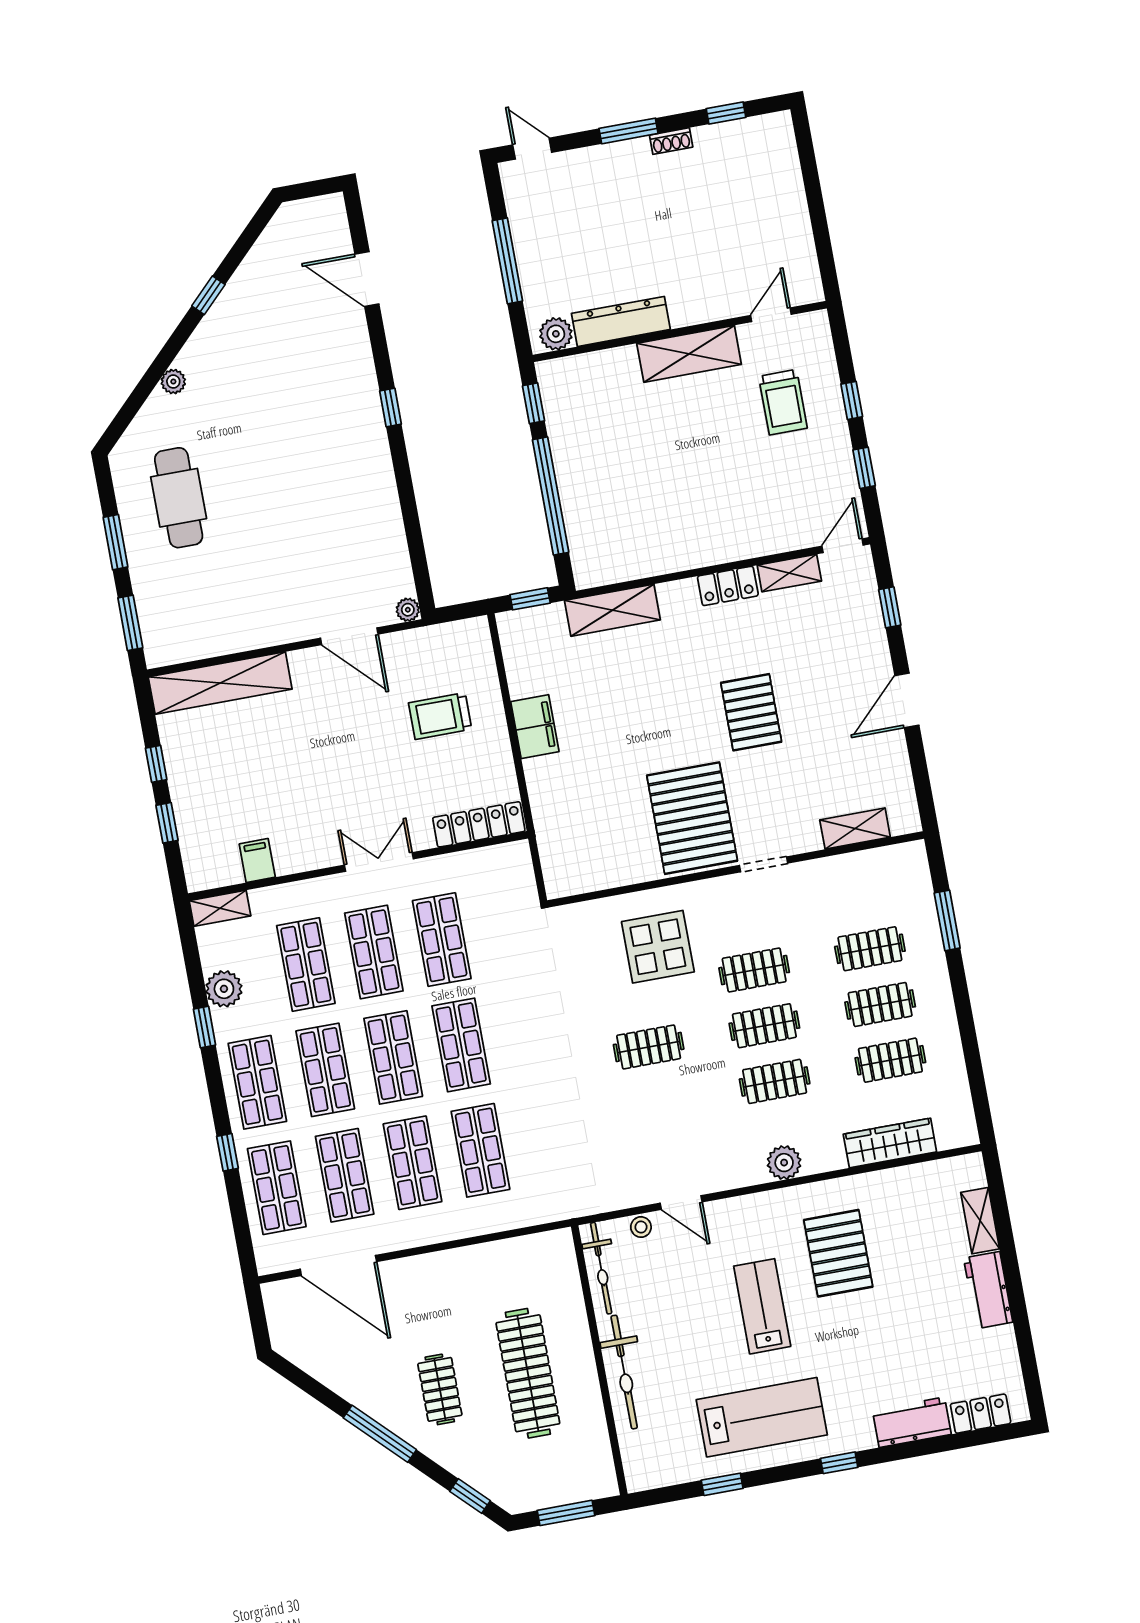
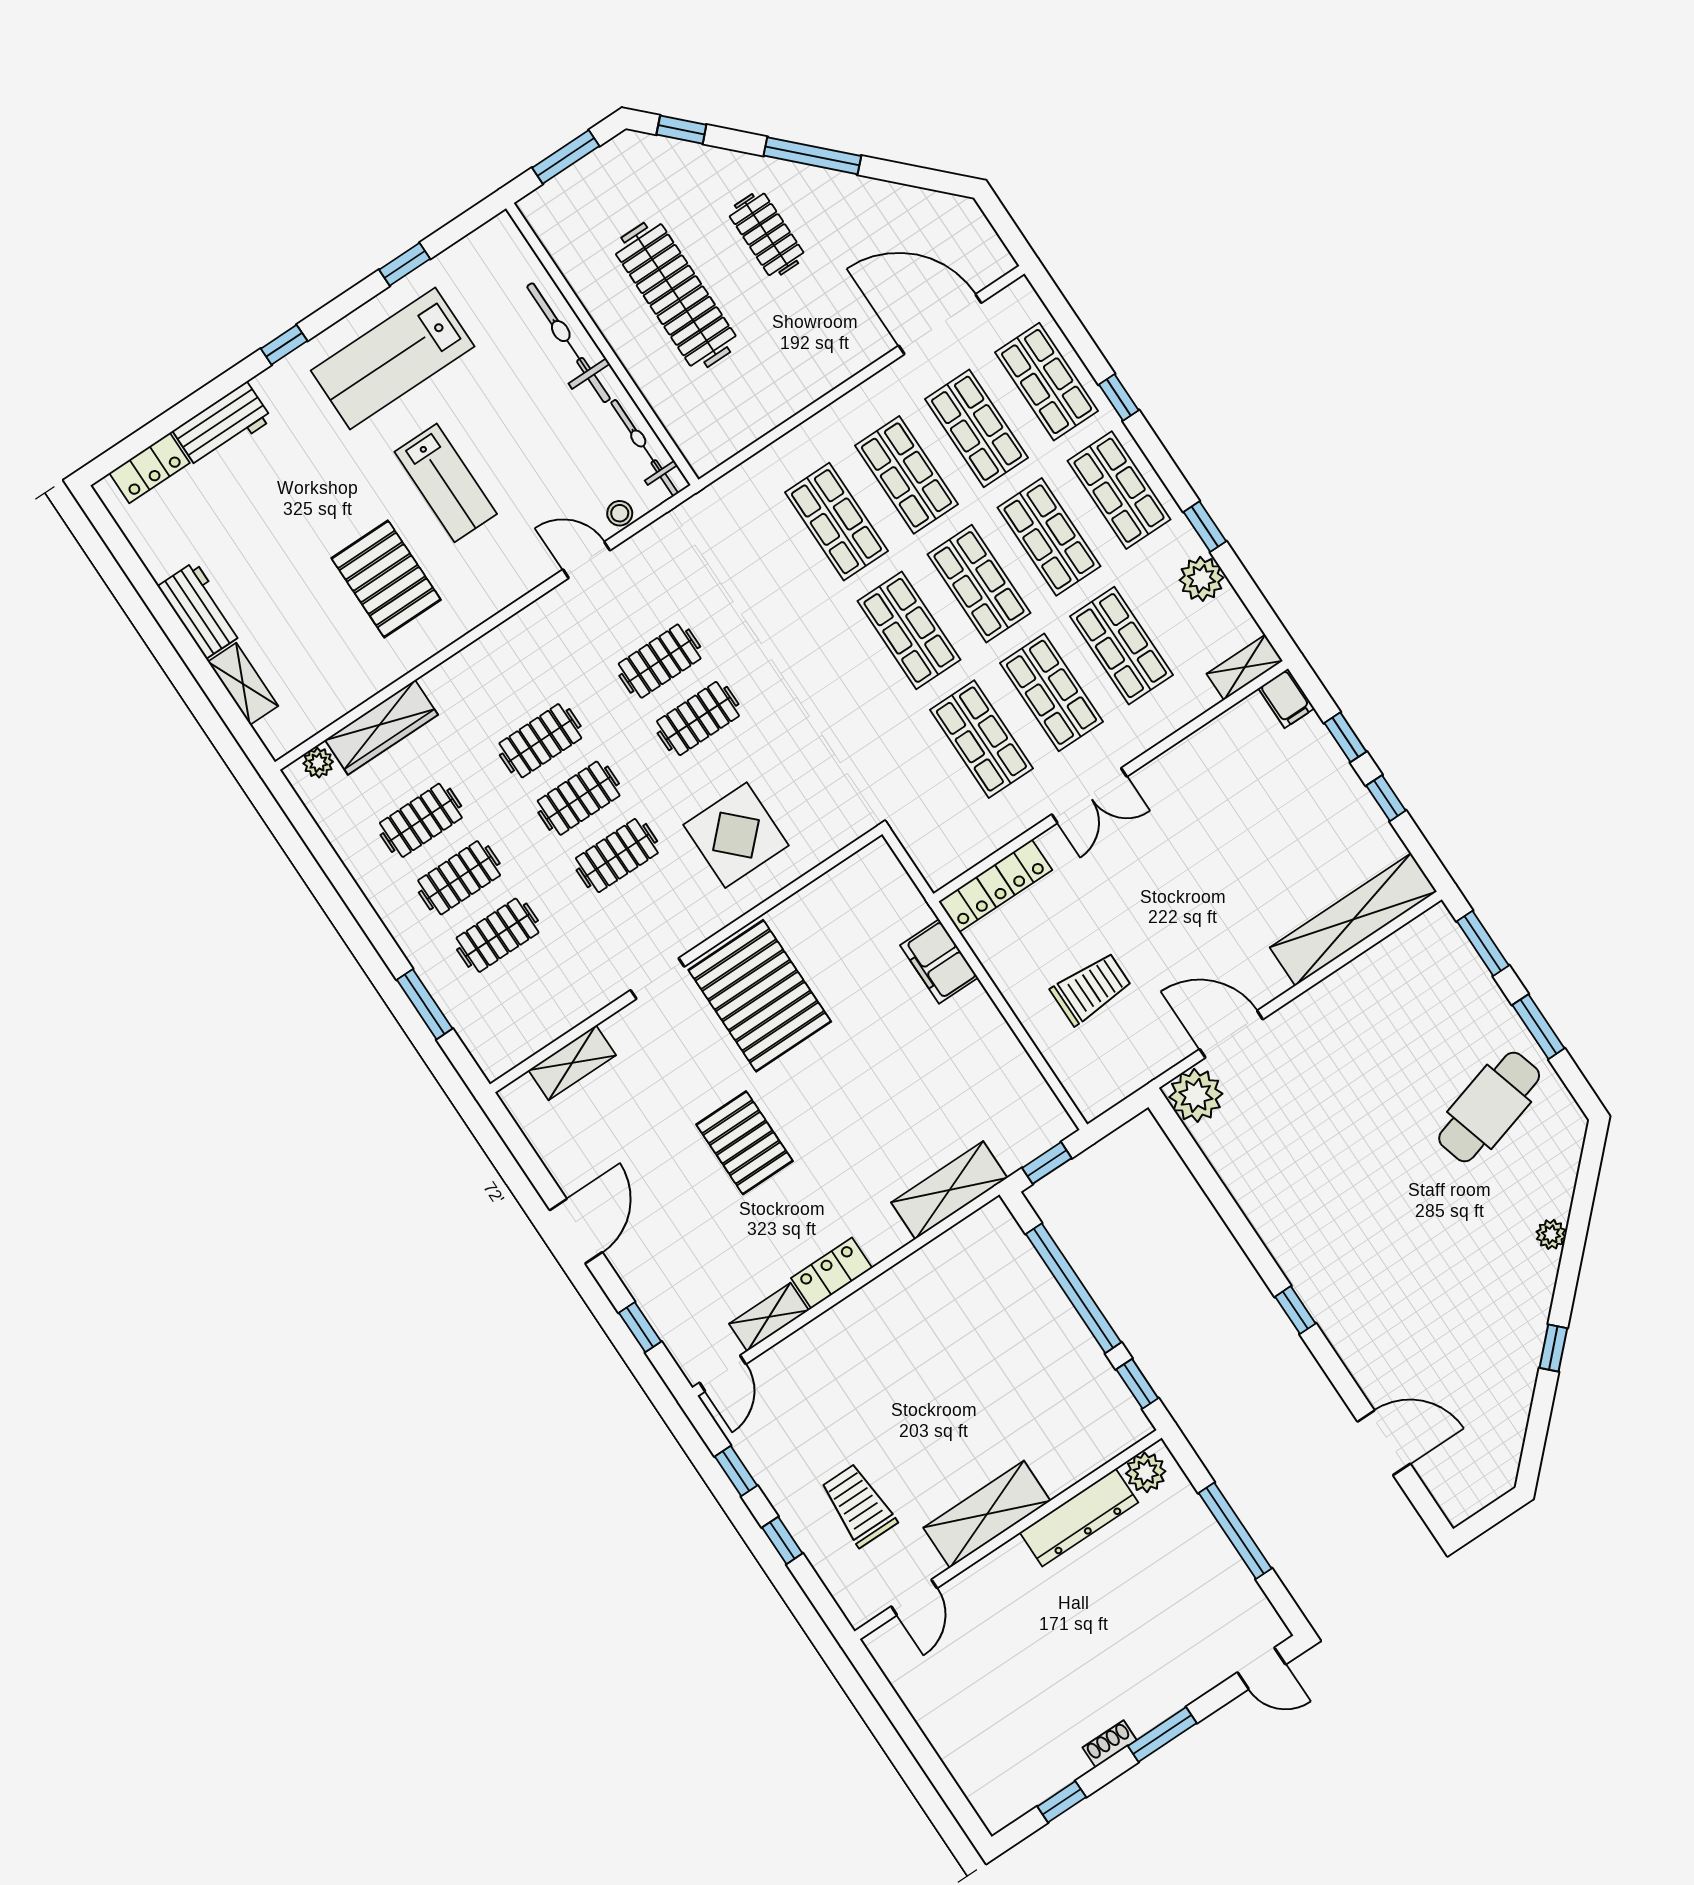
cafe table: (179, 498) -> (1489, 1107), turned 74
plant: (408, 610) -> (1196, 1095), width x1.88, depth x1.88
filing cabinet: (535, 727) -> (939, 961), moved
filing cabinet: (257, 861) -> (1286, 698), moved
clothes rail: (659, 1103) -> (660, 661), added
plant: (784, 1163) -> (318, 763), moved, width x0.73, depth x0.73

